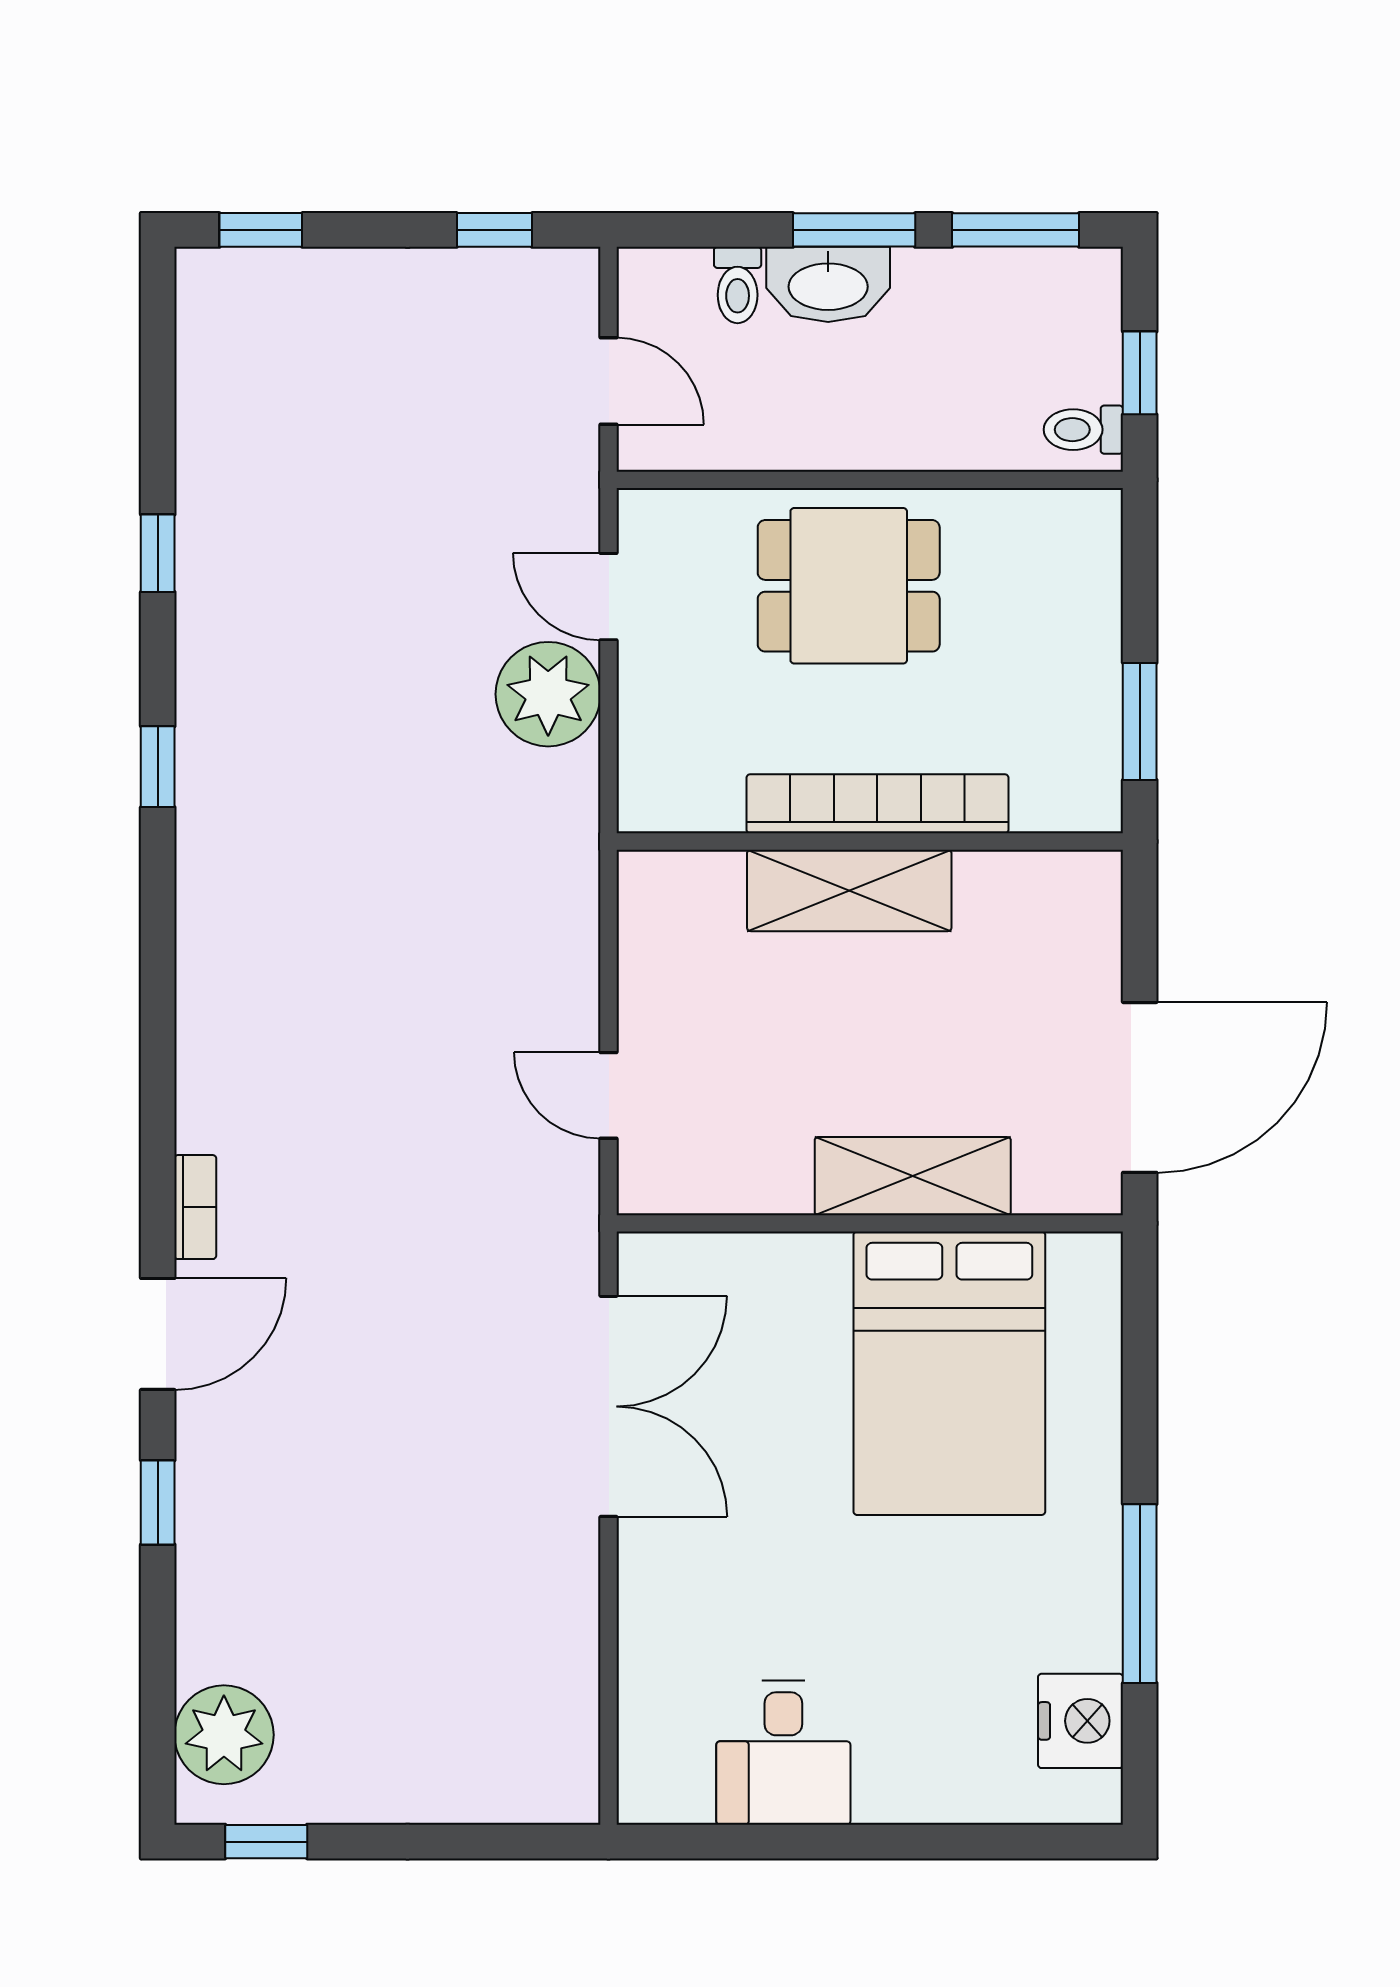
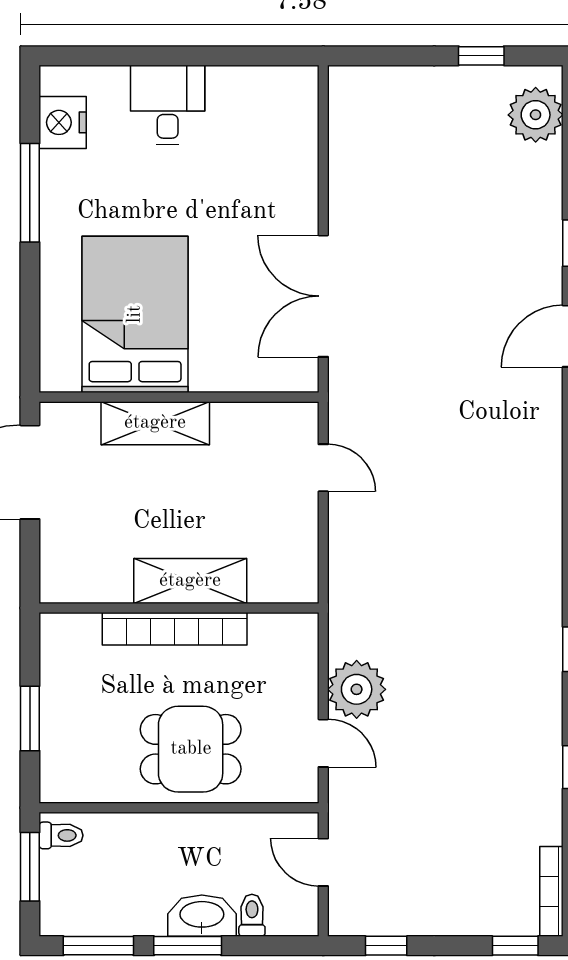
window: (1140, 373) -> (30, 867), width x1.50
window: (1140, 721) -> (30, 718), moved
bookcase: (195, 1207) -> (551, 891), moved, width x1.56
desk: (783, 1753) -> (168, 105), moved
window: (266, 1842) -> (481, 56), moved

